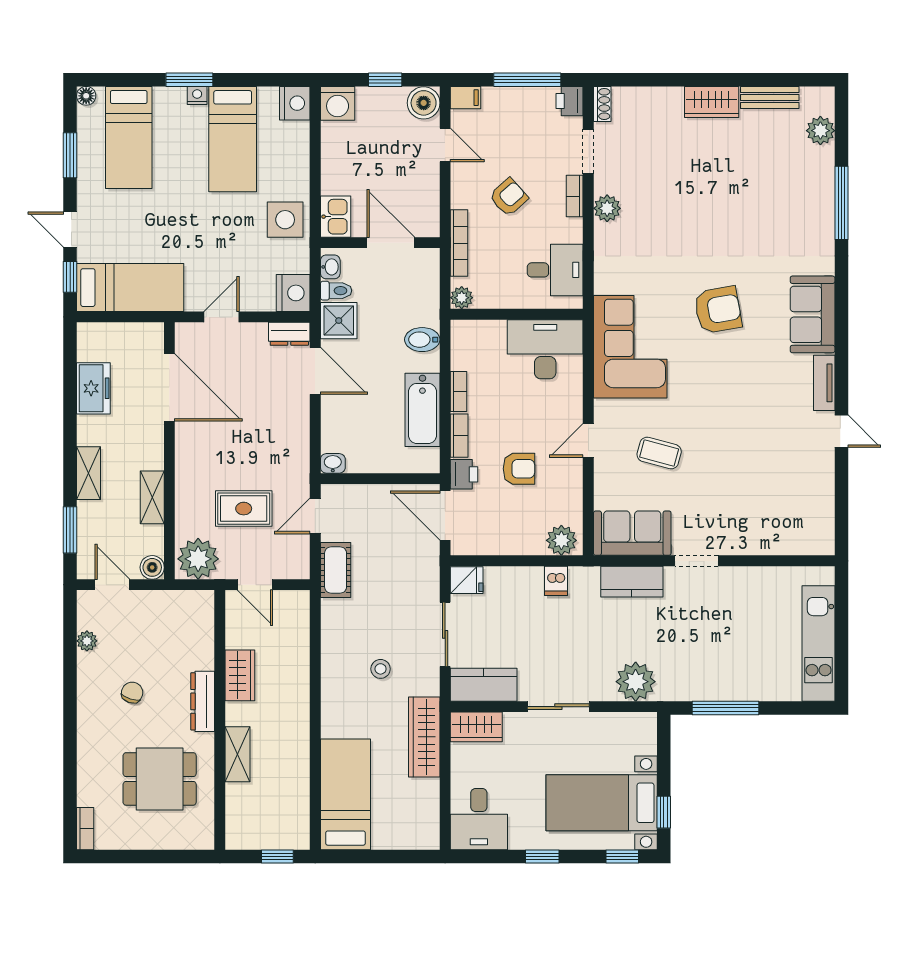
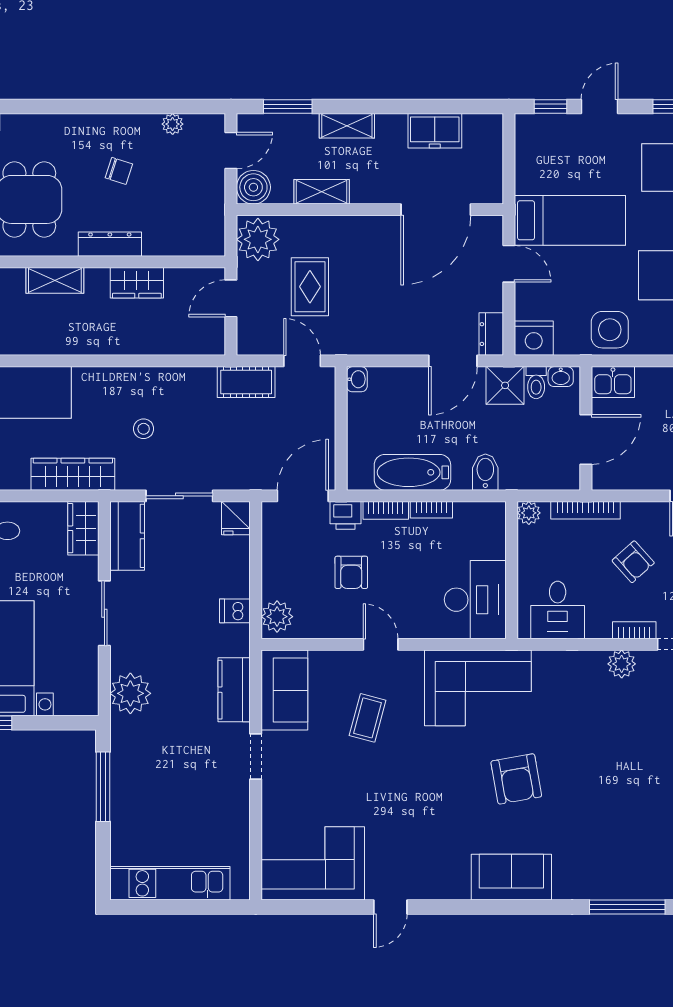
bed: (130, 288) -> (570, 220), moved, turned -90
tv unit: (824, 383) -> (440, 889), removed
corner sofa: (799, 506) -> (313, 863), added
boiler: (152, 567) -> (253, 187), width x1.36, depth x1.36

